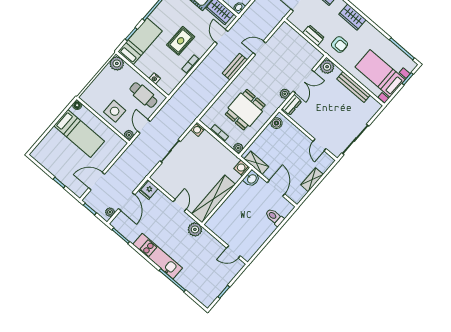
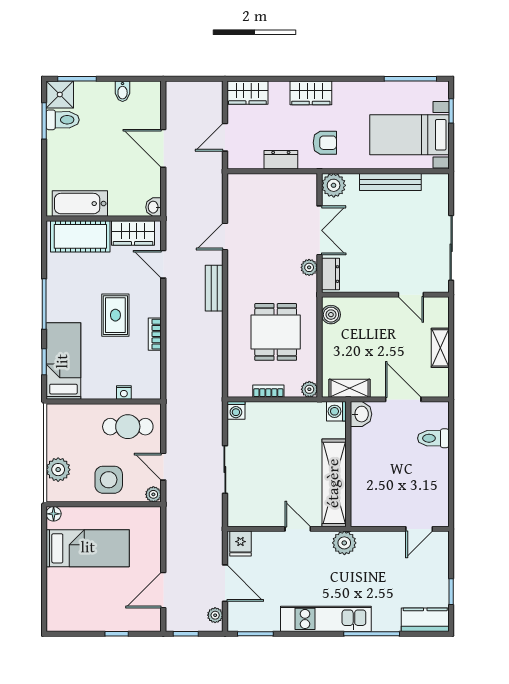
plant: (117, 63) -> (58, 470), moved
kitchen counter: (201, 295) -> (425, 620), added

